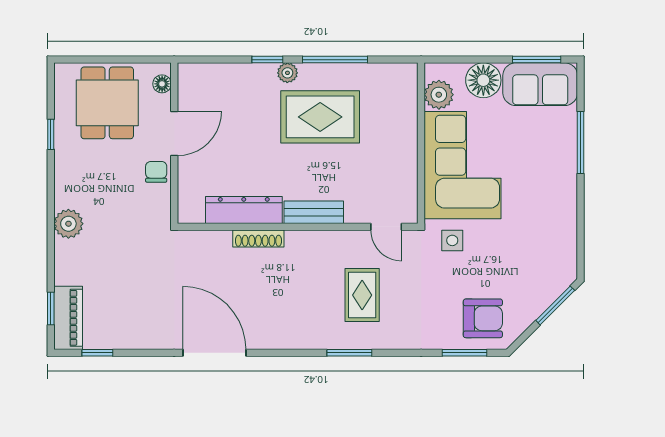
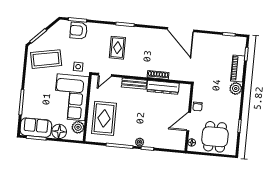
rug: (320, 117) -> (104, 118), moved, turned 90
door: (386, 227) -> (105, 75), swing flipped
coffee table: (531, 251) -> (46, 59), added
piano: (68, 318) -> (238, 69), moved
armchair: (483, 318) -> (79, 31), moved

